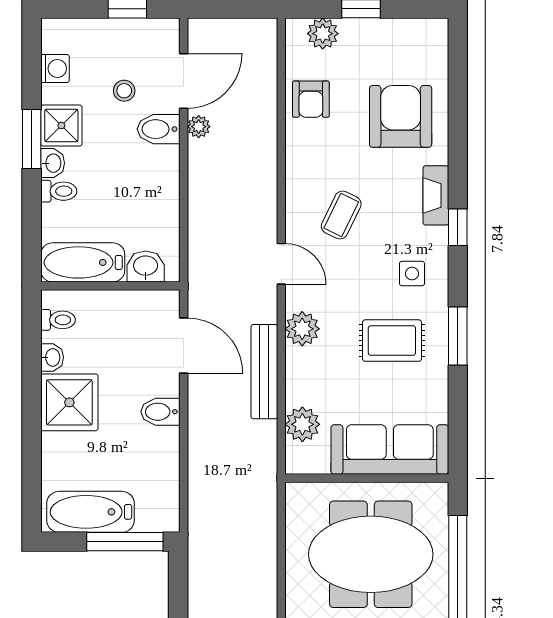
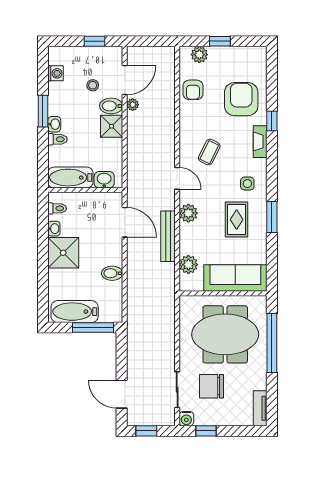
shower: (61, 125) -> (112, 126), moved
window: (458, 227) -> (272, 121), moved
rug: (392, 341) -> (237, 220), turned 90
bidet: (160, 412) -> (112, 273), moved

